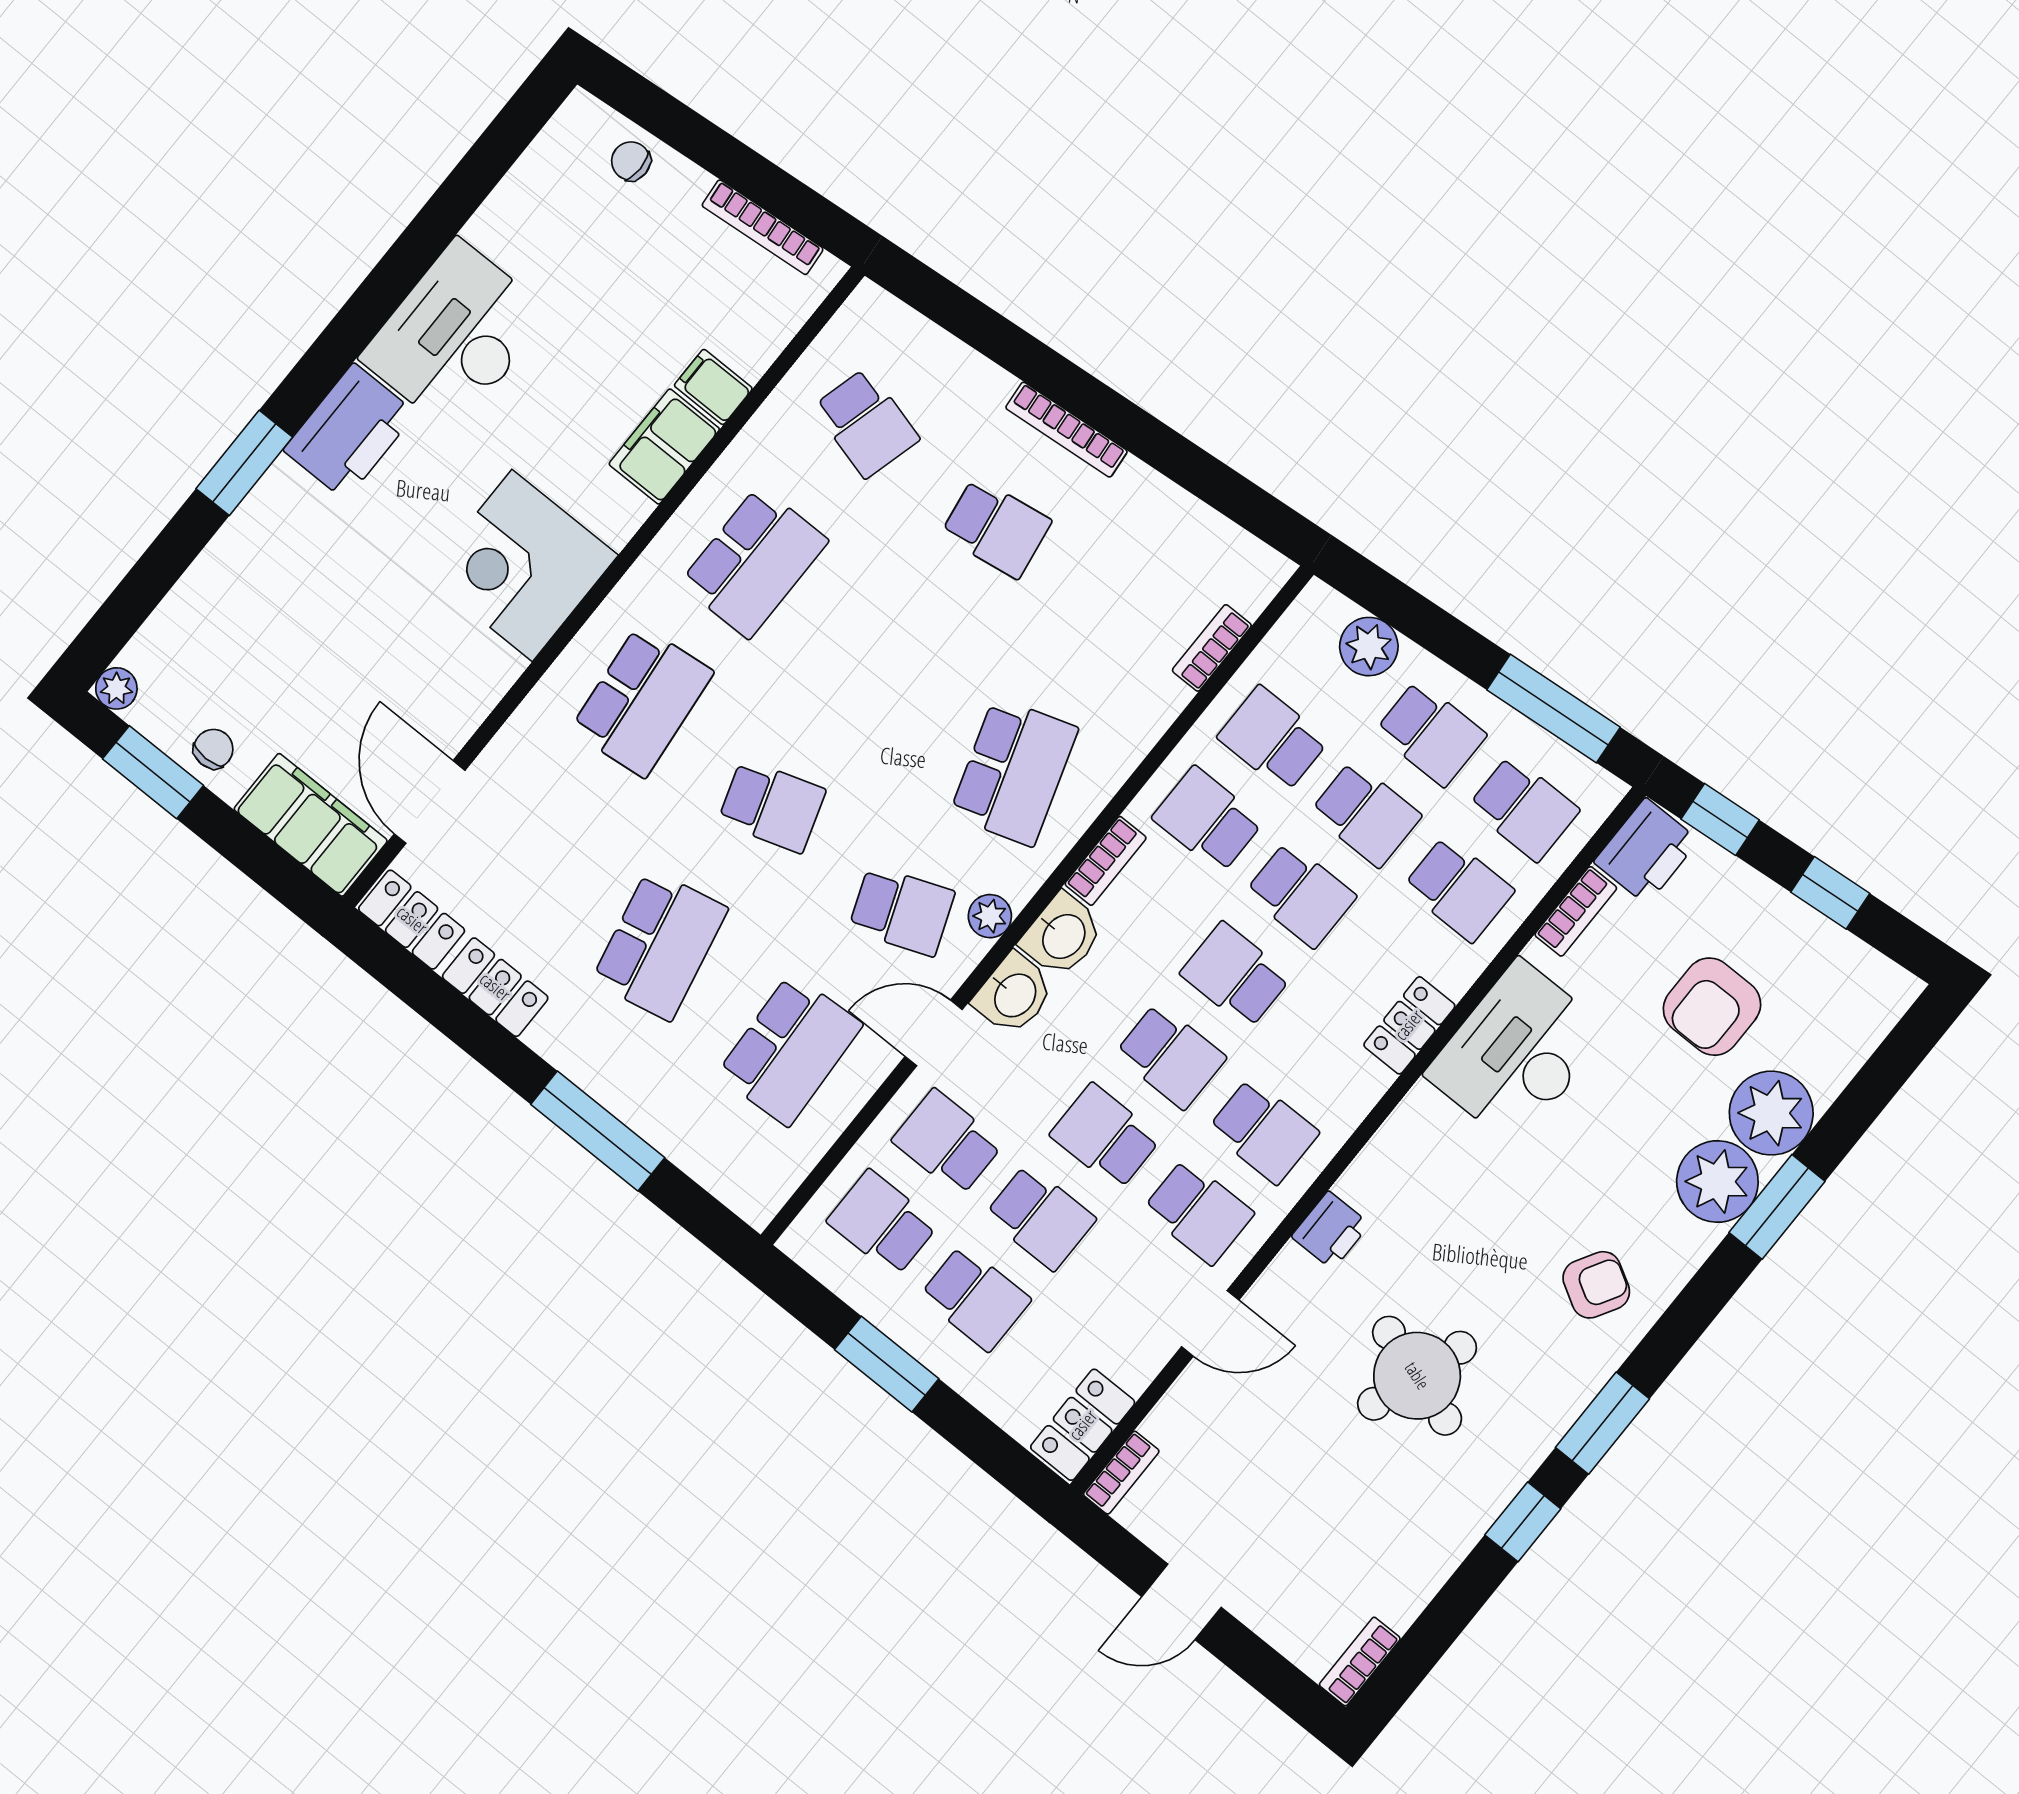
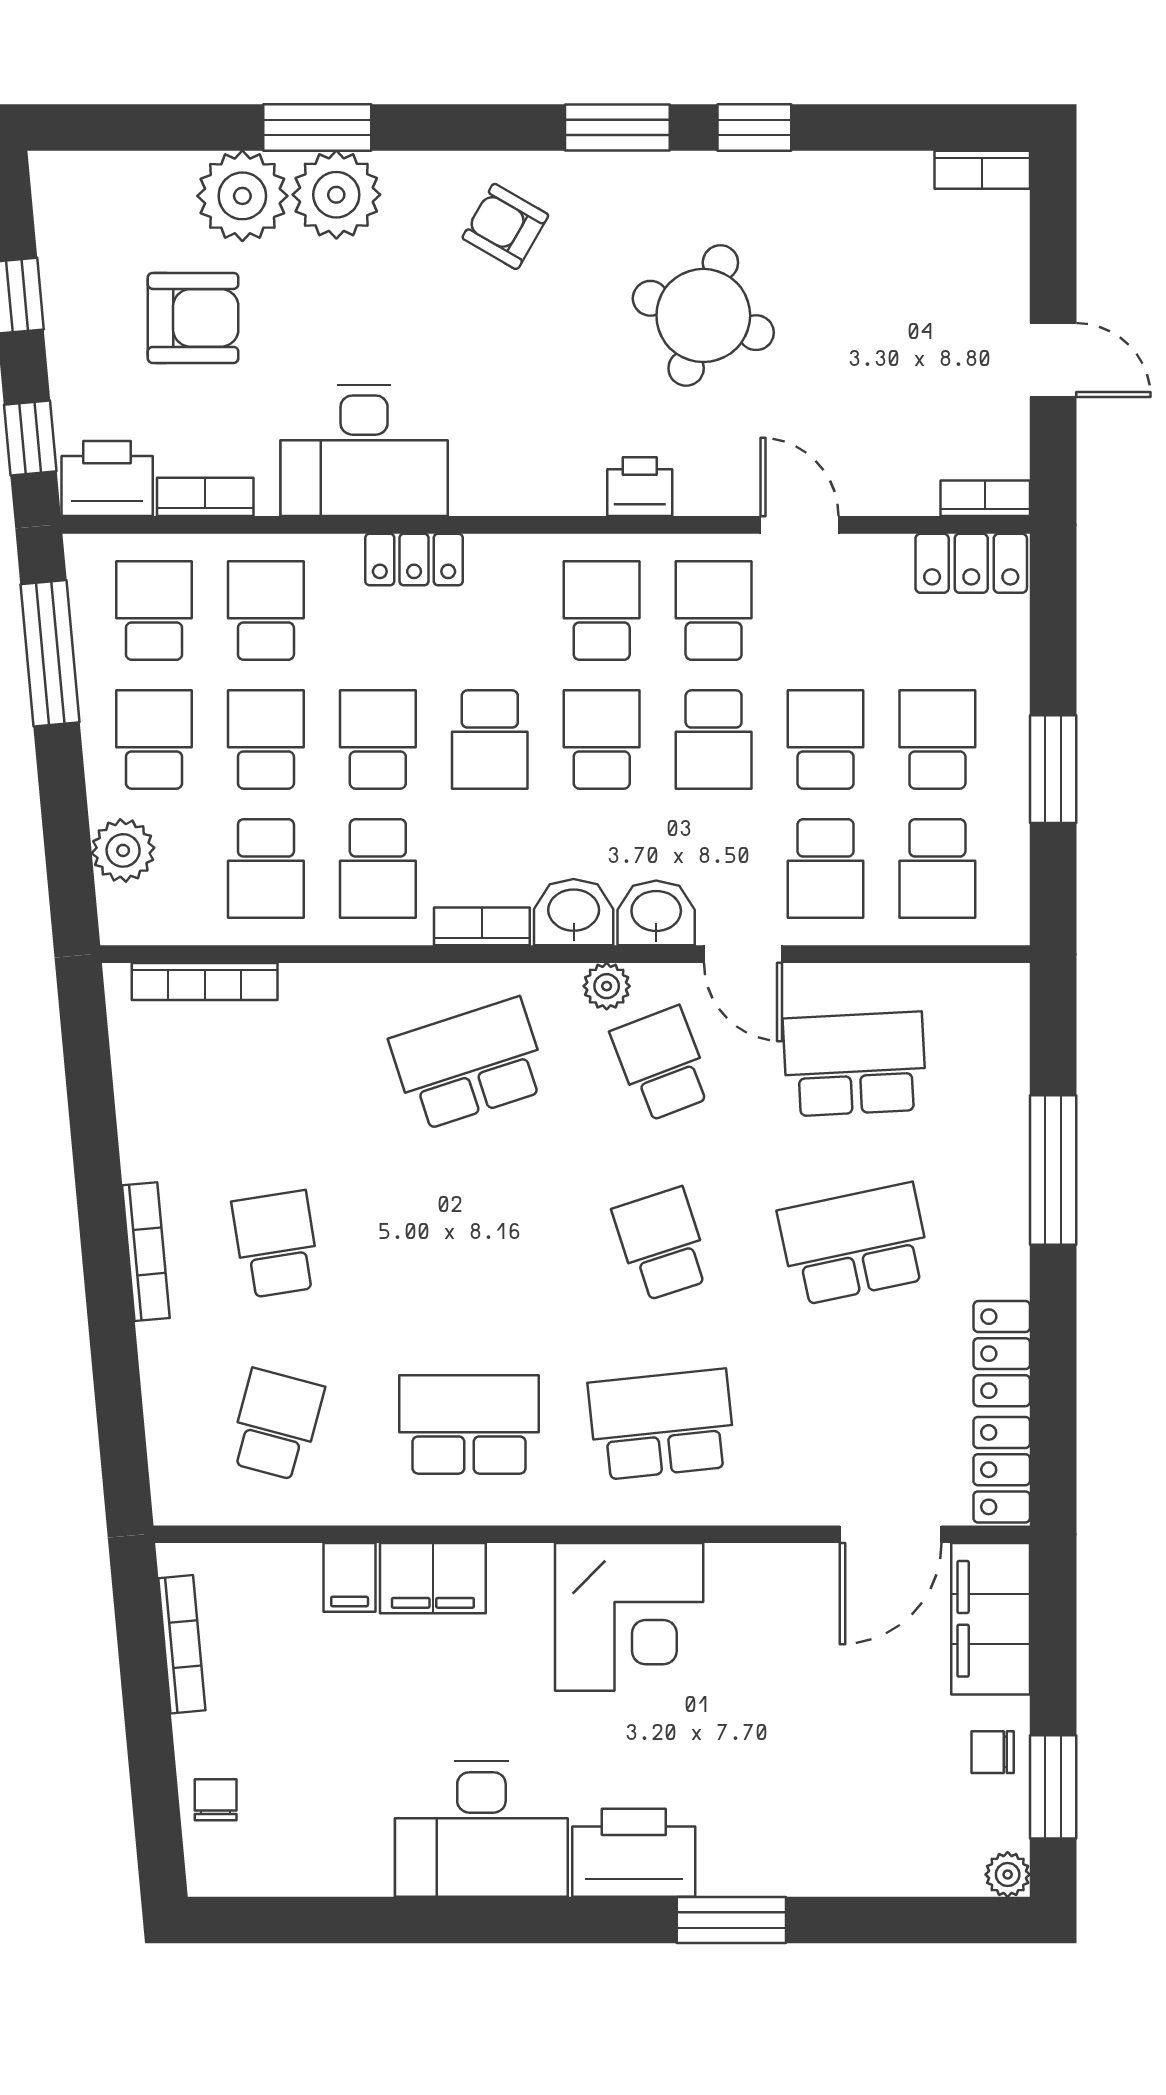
chair: (631, 161) -> (216, 1800), turned 180
bookcase: (1212, 648) -> (205, 981), width x1.56

